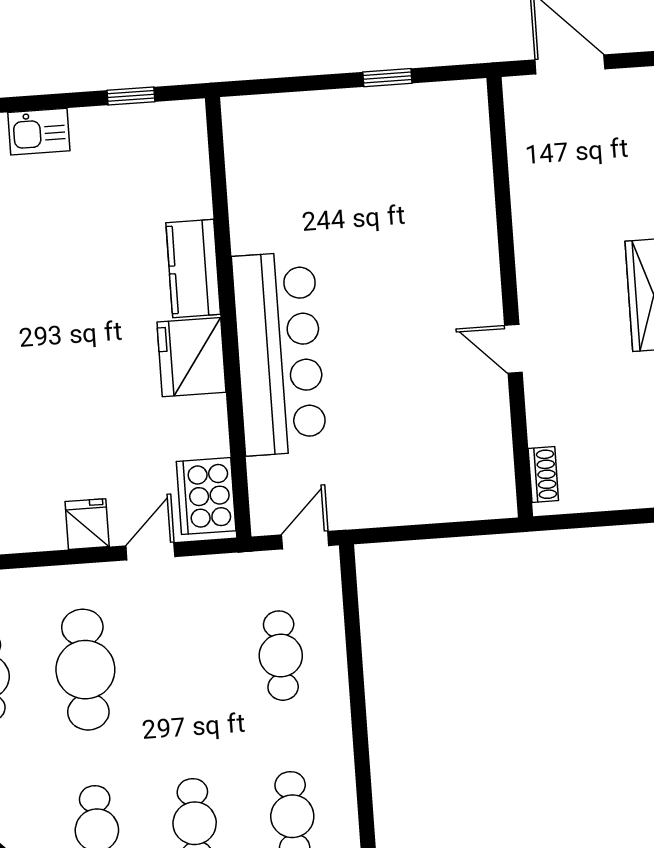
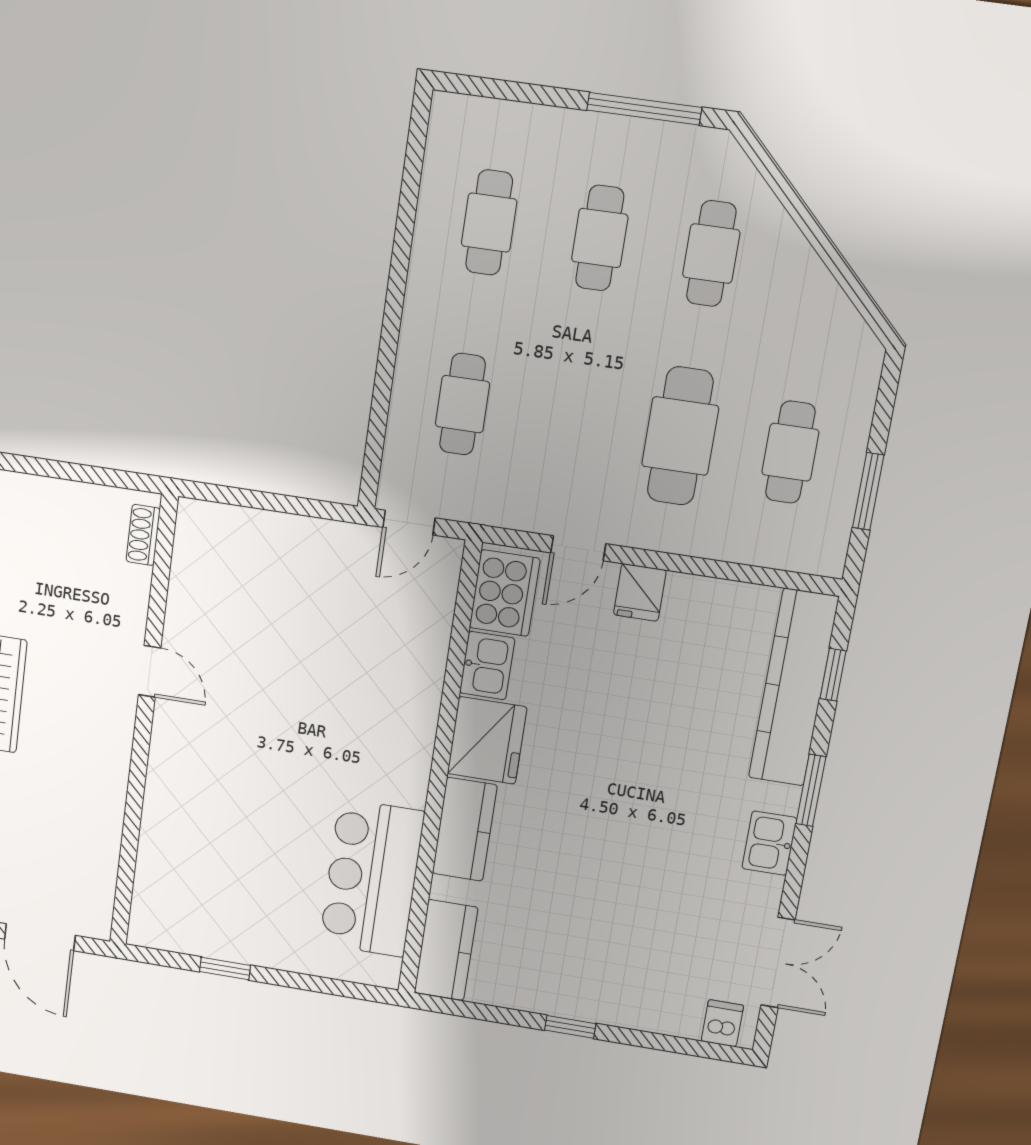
window: (131, 96) -> (570, 1027), moved
kitchen sink: (39, 132) -> (487, 666), moved, turned 90
kitchen counter: (185, 148) -> (446, 950), added
bar counter: (279, 353) -> (372, 878), moved, width x0.73

